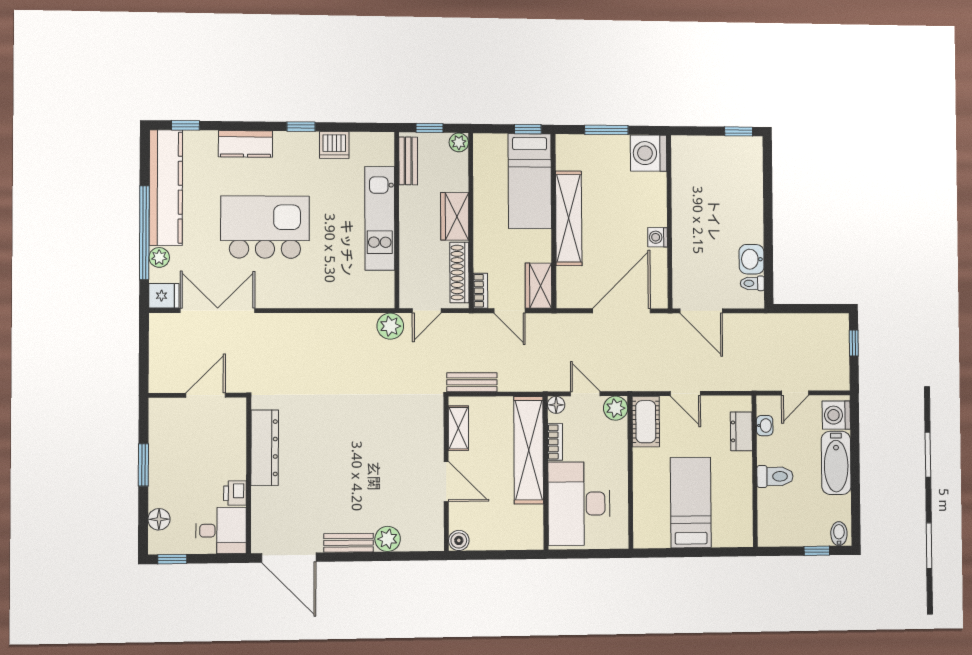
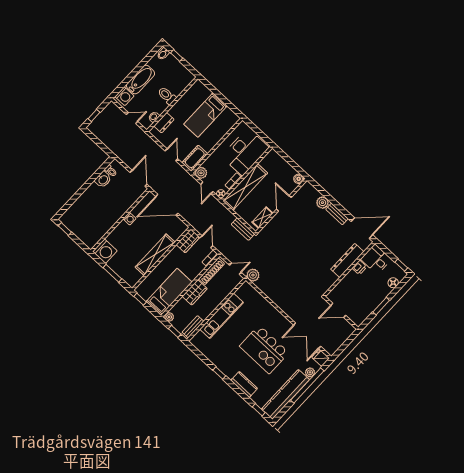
dishwasher: (334, 145) -> (214, 356), removed
bed: (530, 181) -> (169, 292), moved
dresser: (265, 448) -> (347, 260), moved
door: (289, 558) -> (362, 228), hinge flipped

